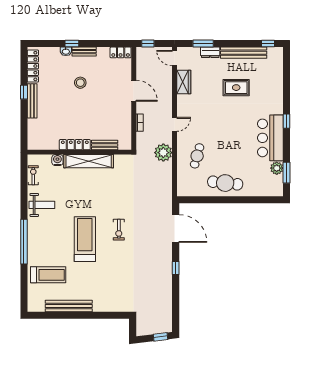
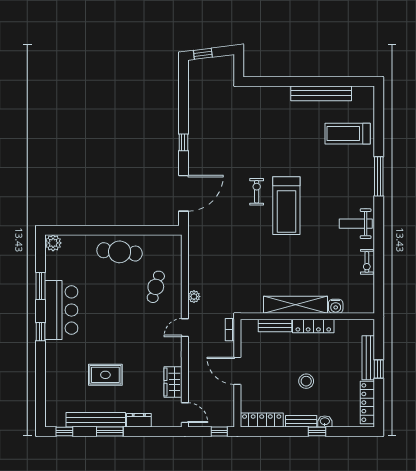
window: (203, 44) -> (110, 432), moved
locker: (121, 52) -> (262, 420), width x1.53
locker: (75, 145) -> (313, 326), moved
bench: (105, 145) -> (275, 326), moved
wall: (79, 152) -> (307, 316), moved
plant: (163, 153) -> (194, 297), width x0.53, depth x0.53
water cooler: (57, 160) -> (336, 306), moved
shelving: (89, 161) -> (295, 305), moved
plant: (277, 168) -> (53, 243), moved
window: (287, 173) -> (40, 286), moved
door: (176, 228) -> (183, 193), swing flipped
treadmill: (85, 239) -> (286, 206), moved
window: (24, 242) -> (379, 176), width x0.68

